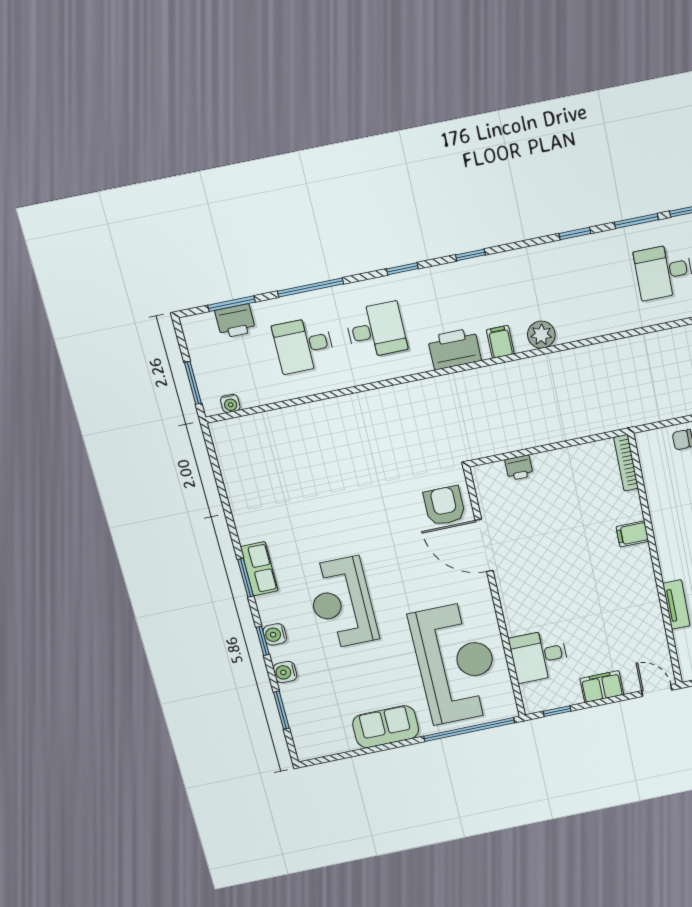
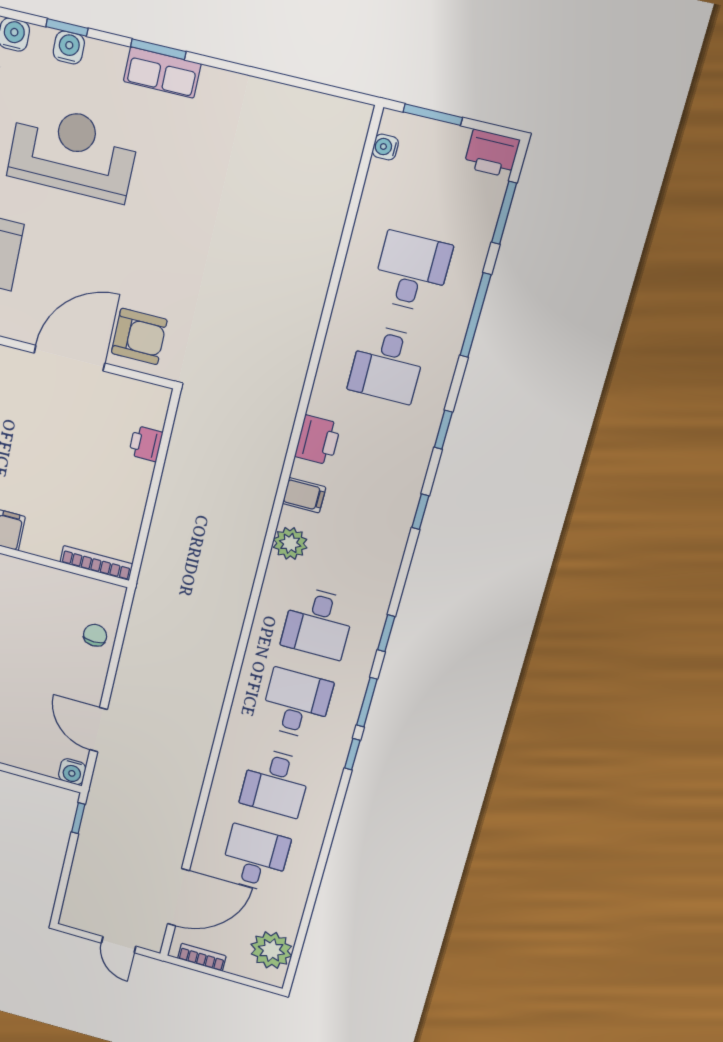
desk: (592, 286) -> (318, 623), added
printer: (235, 321) -> (492, 153), moved, turned -90
printer: (454, 349) -> (318, 440), width x0.73, depth x0.84

